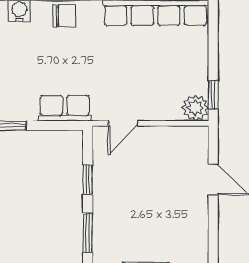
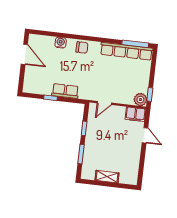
row of seats: (65, 108) -> (65, 91), moved
filing cabinet: (189, 139) -> (136, 114), added

